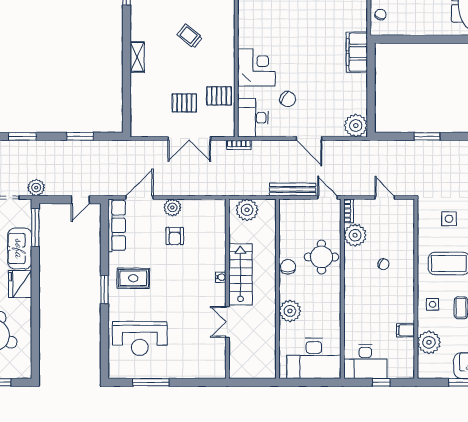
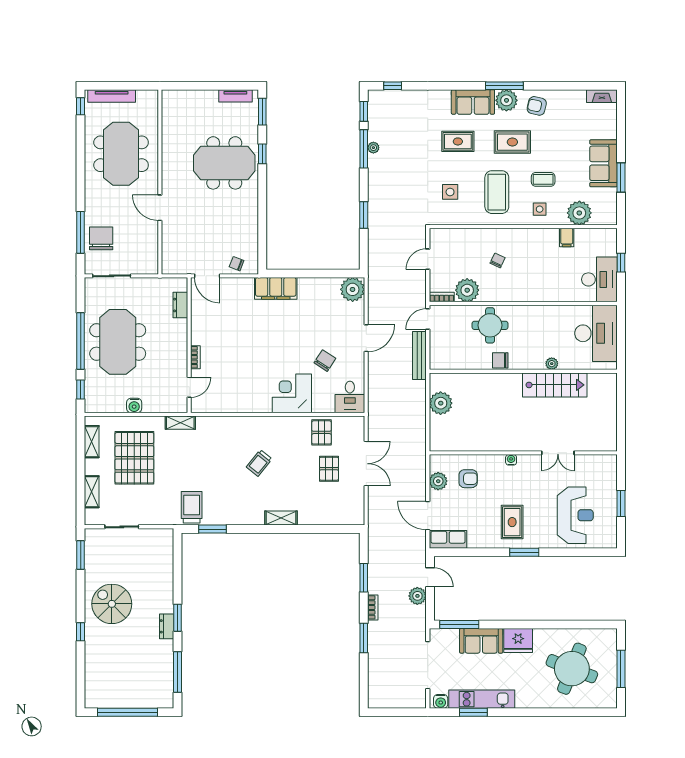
desk: (253, 118) -> (350, 397), width x0.73
bookcase: (239, 145) -> (373, 607), moved
plant: (36, 188) -> (417, 596), moved
row of seats: (117, 225) -> (448, 539), width x0.68
stairs: (240, 274) -> (555, 385), moved, turned 180
water cooler: (221, 277) -> (511, 460), moved
wall: (227, 289) -> (523, 453), moved
plant: (290, 311) -> (552, 364), width x0.53, depth x0.53
double door: (227, 322) -> (558, 453), moved
window: (151, 382) -> (621, 504), width x0.69

